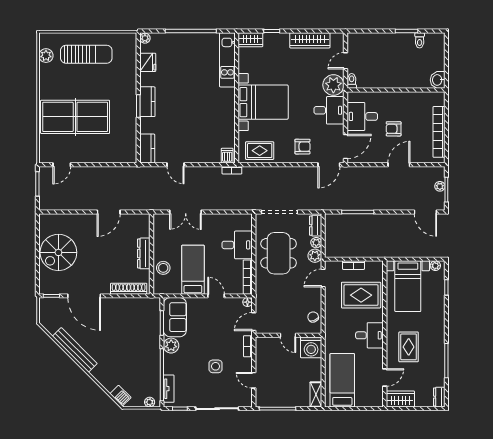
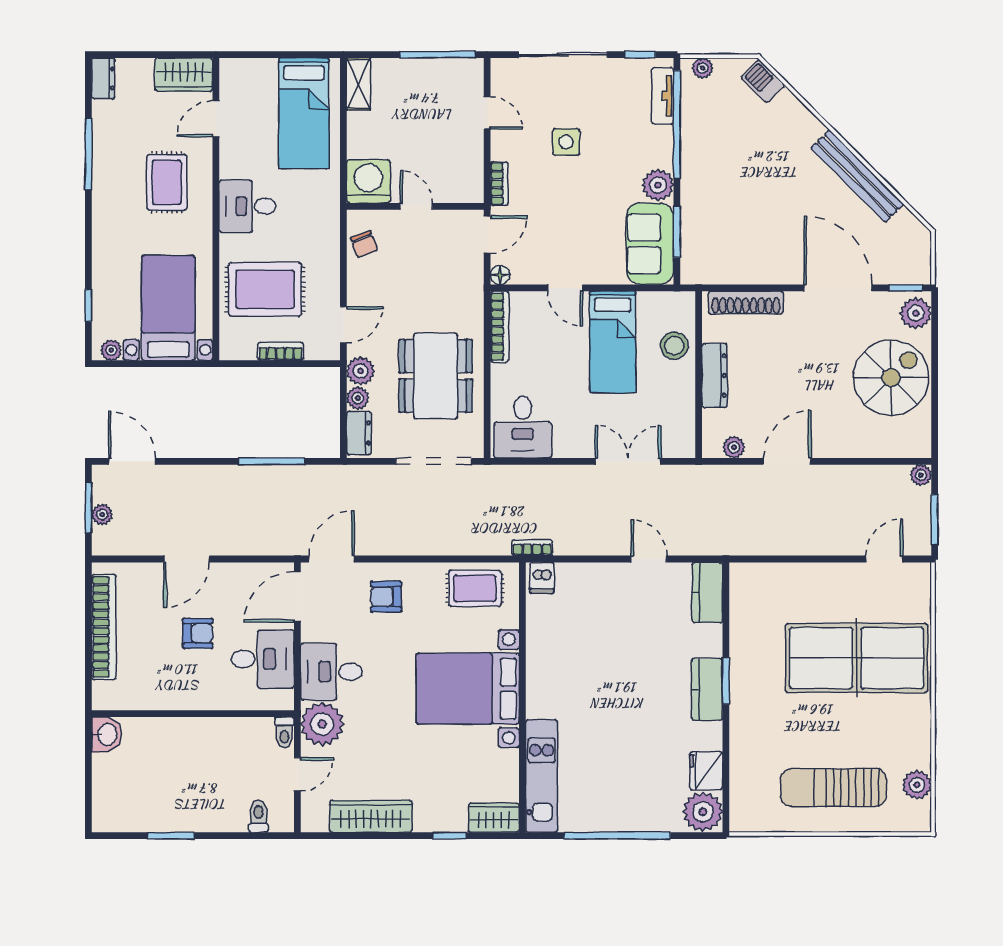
plant: (145, 38) -> (703, 812), width x1.88, depth x1.88
toilet: (420, 40) -> (258, 816), moved
plant: (44, 205) -> (921, 475), added
plant: (134, 219) -> (734, 447), added
desk: (237, 245) -> (523, 427), moved, turned -90
plant: (46, 284) -> (916, 313), added

